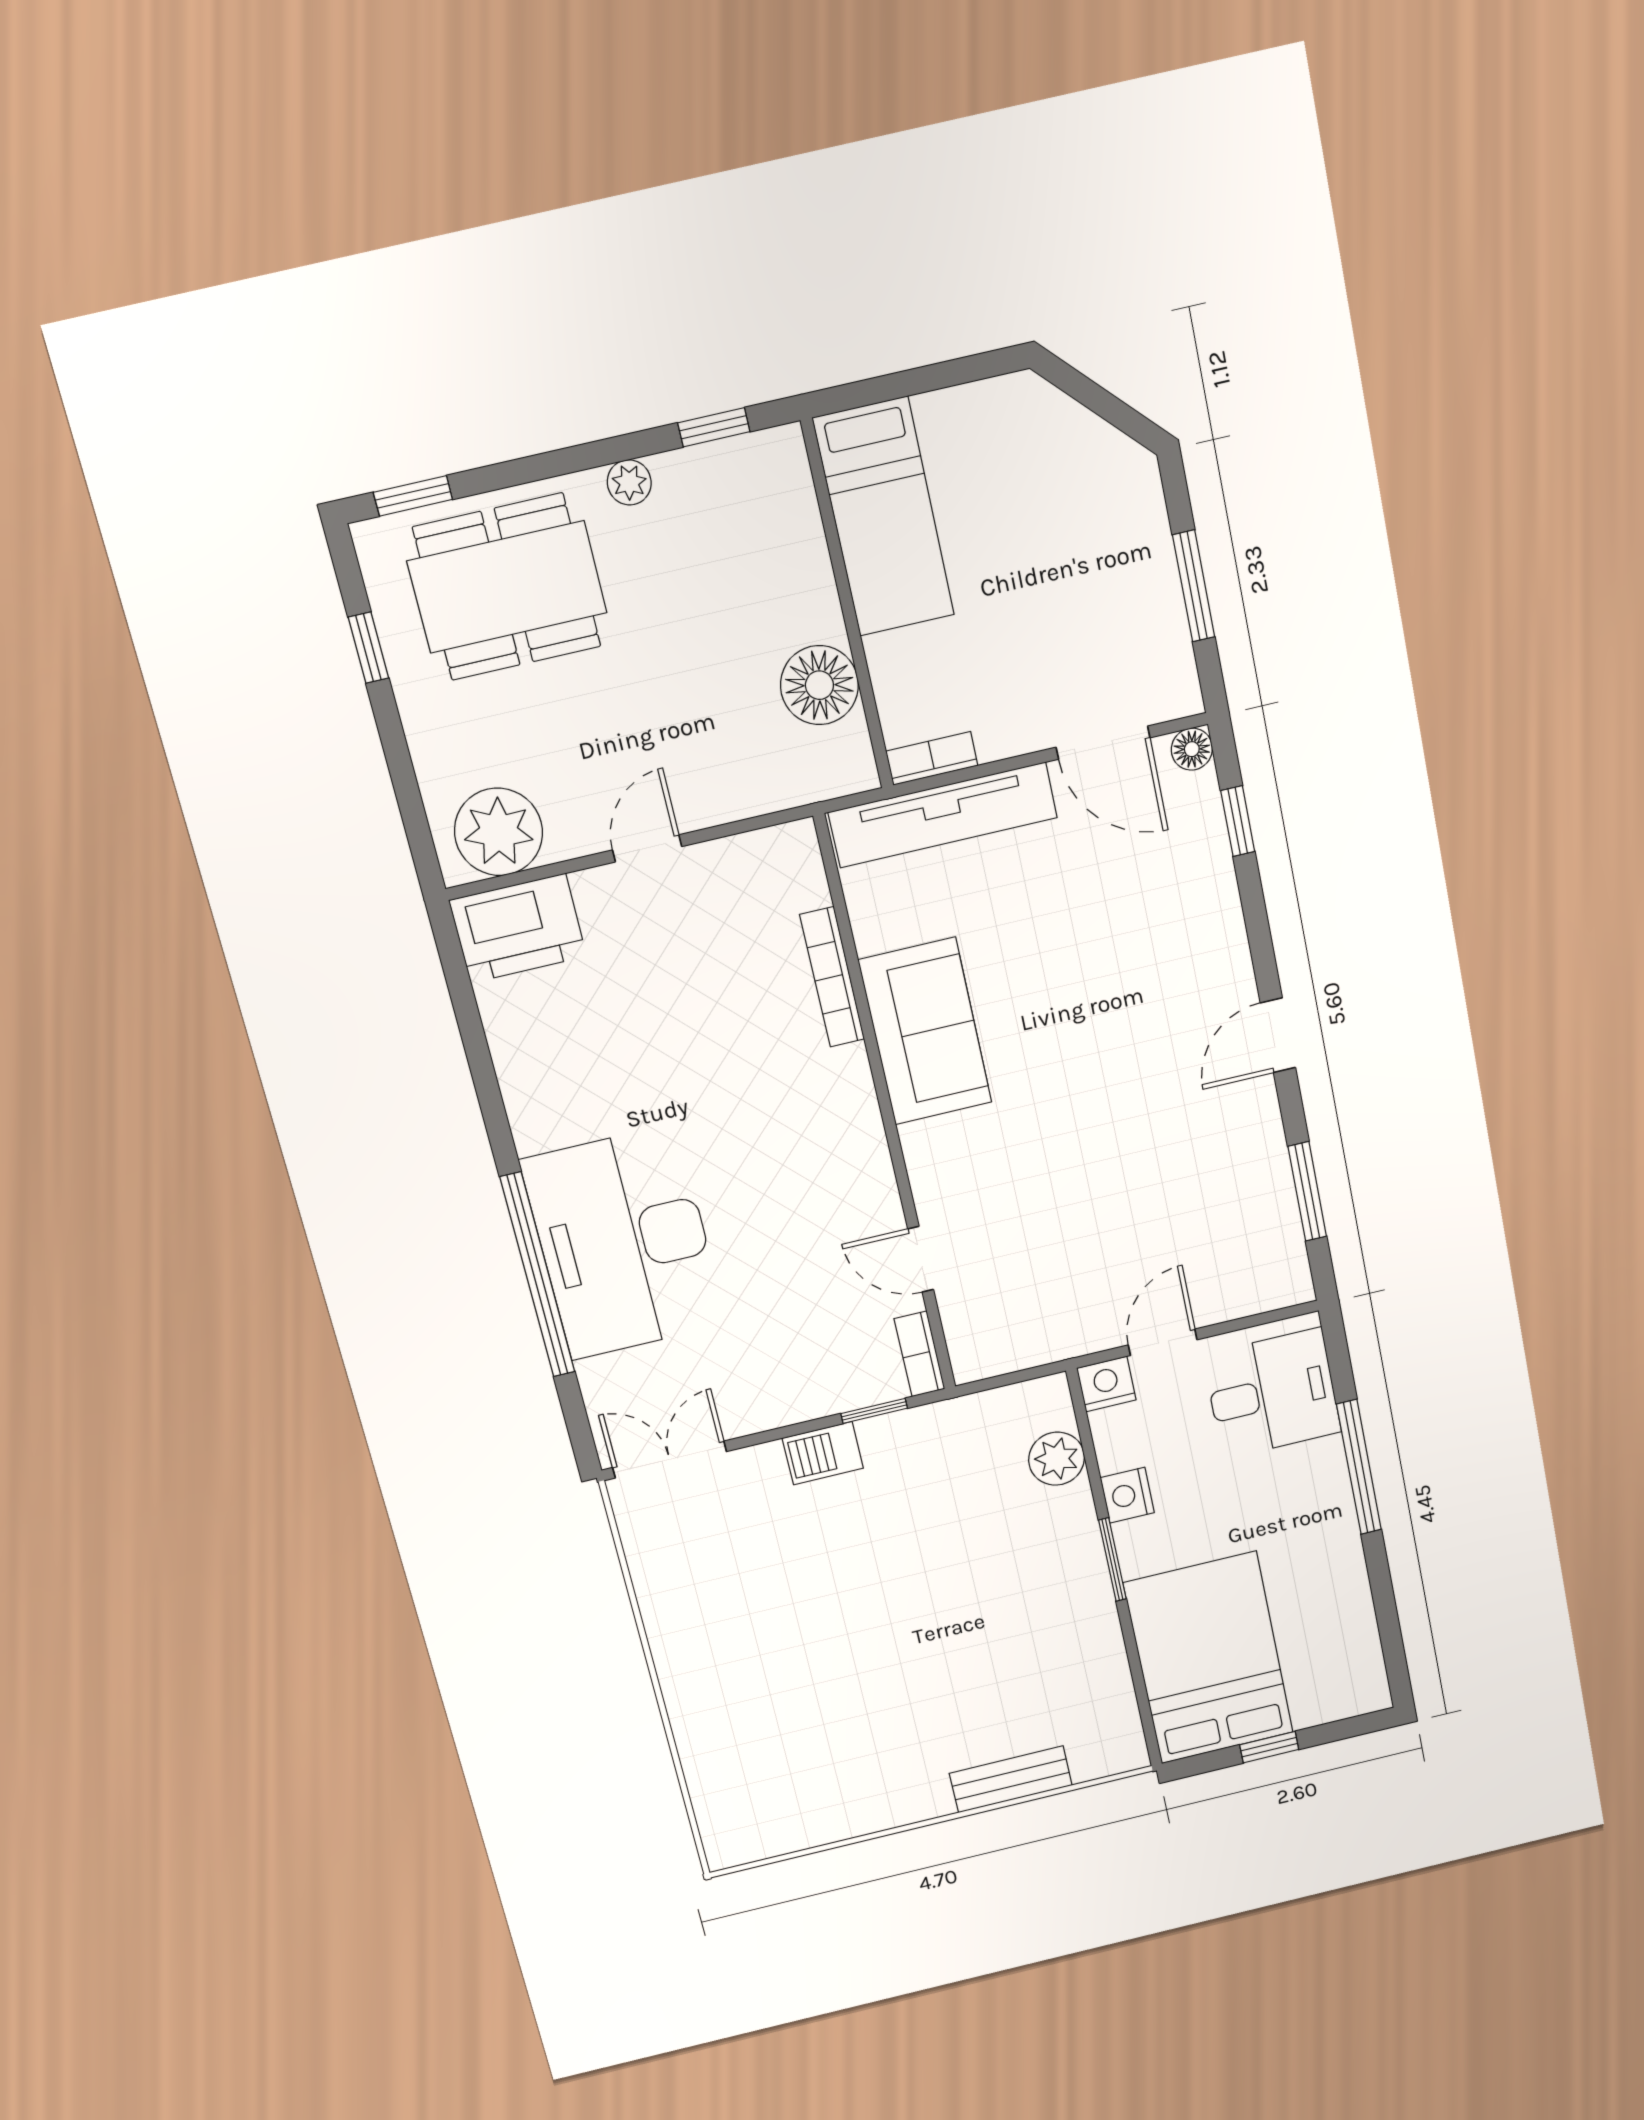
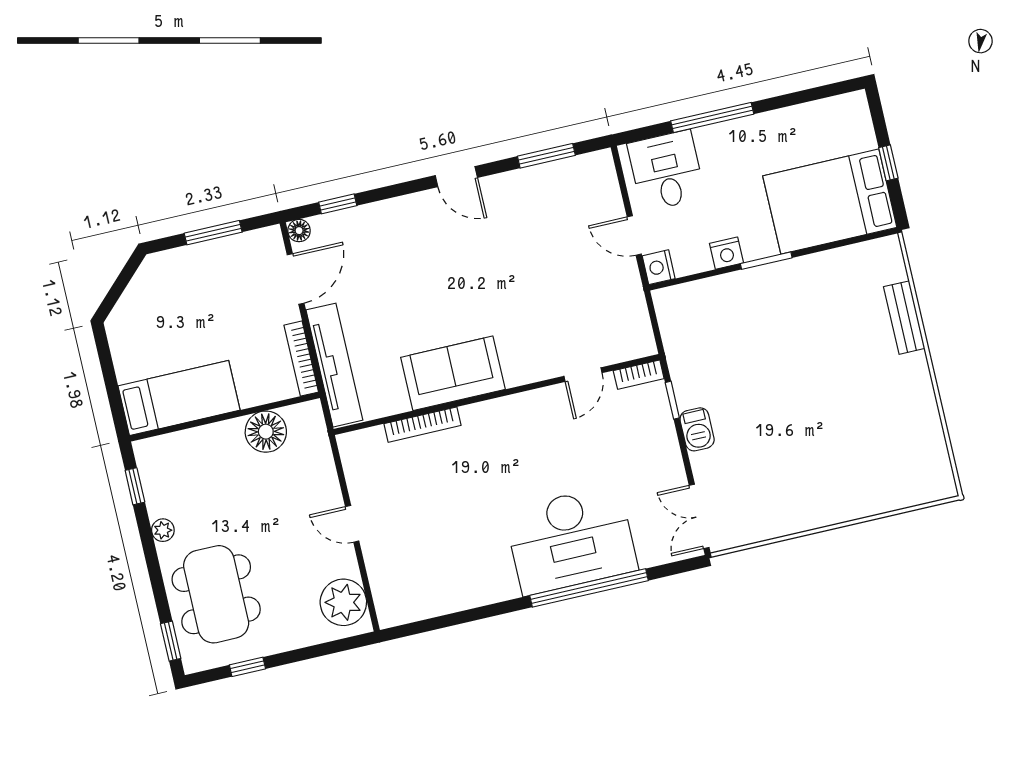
bookcase: (932, 758) -> (301, 359), width x1.56
printer: (518, 928) -> (395, 594), removed
plant: (1057, 1459) -> (703, 295), removed

